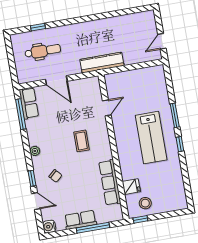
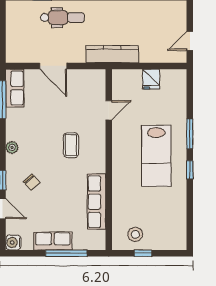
dental chair: (43, 51) -> (62, 18), moved
fridge: (131, 187) -> (151, 79), moved, turned 90
window: (140, 219) -> (143, 253), moved

